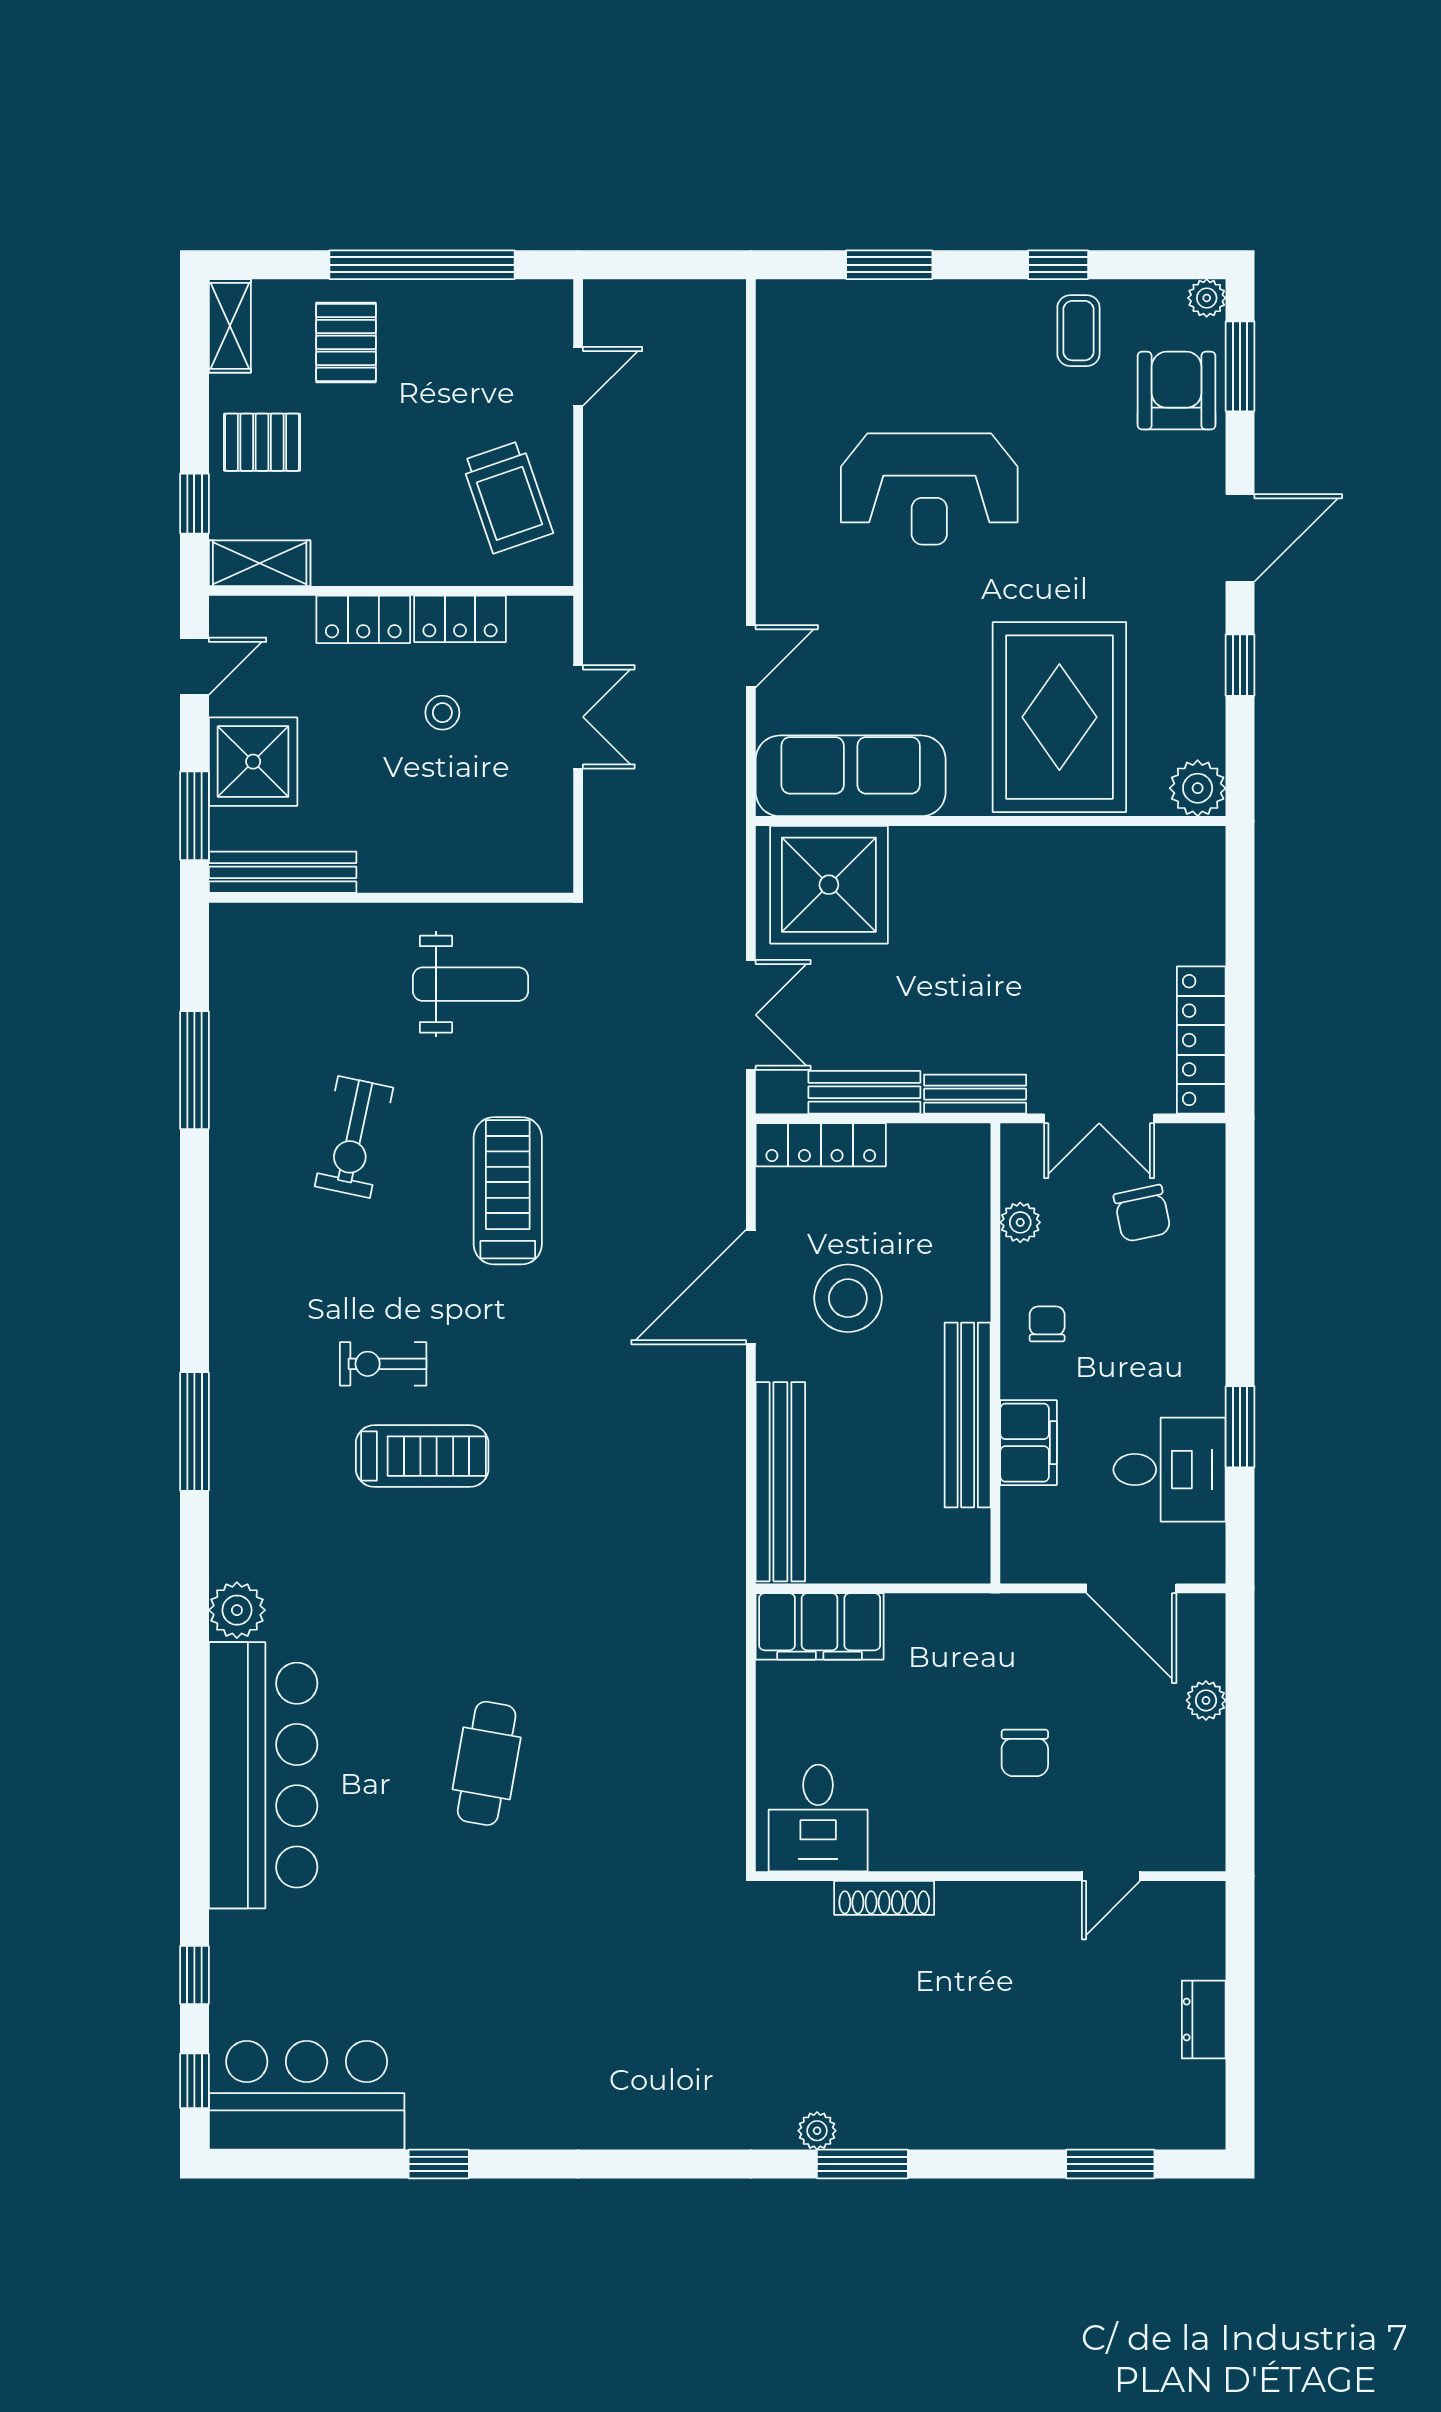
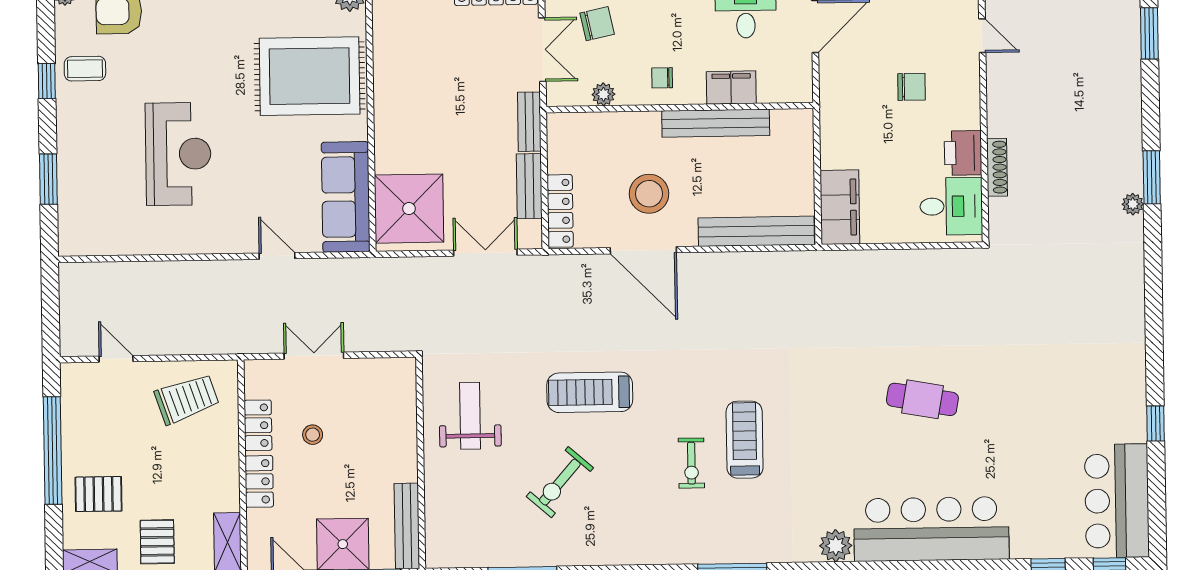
exercise bike: (354, 1137) -> (560, 482), turned 119
printer: (910, 1840) -> (963, 153), added

